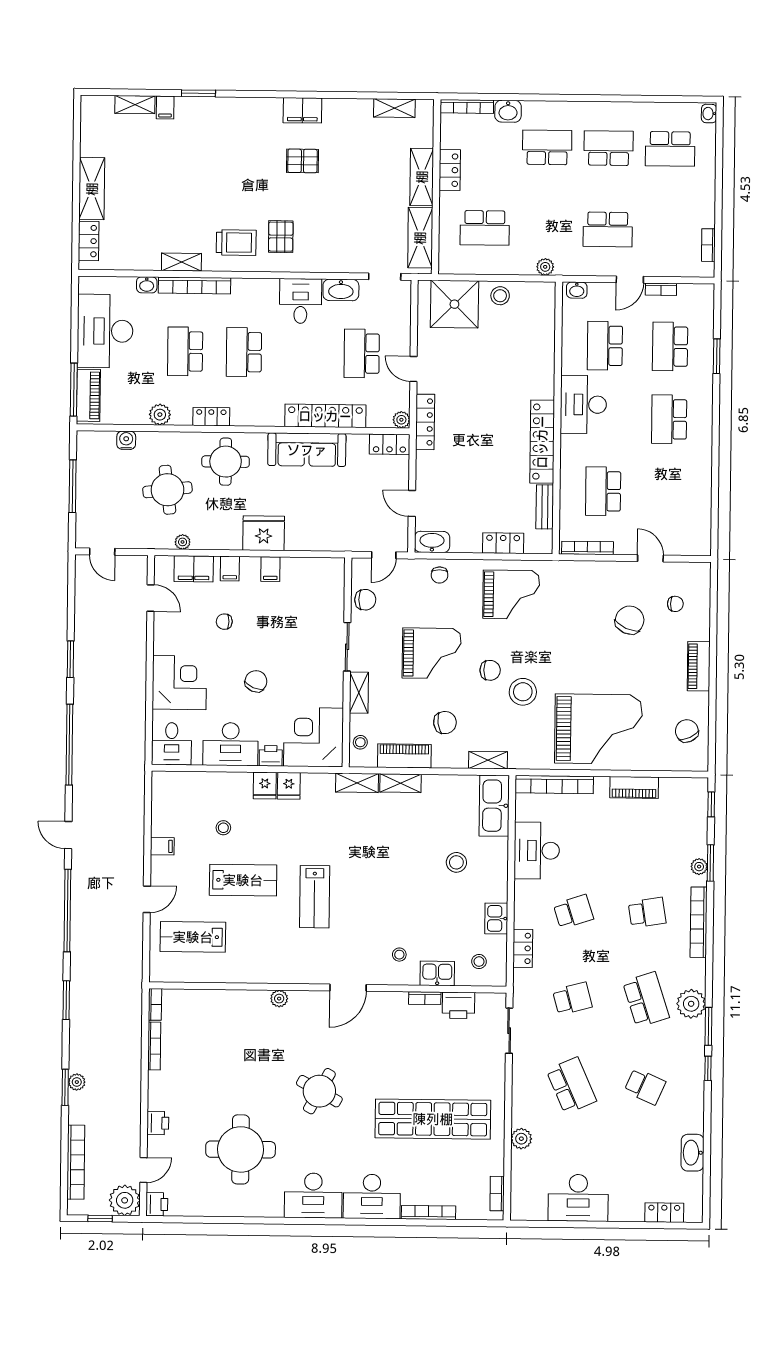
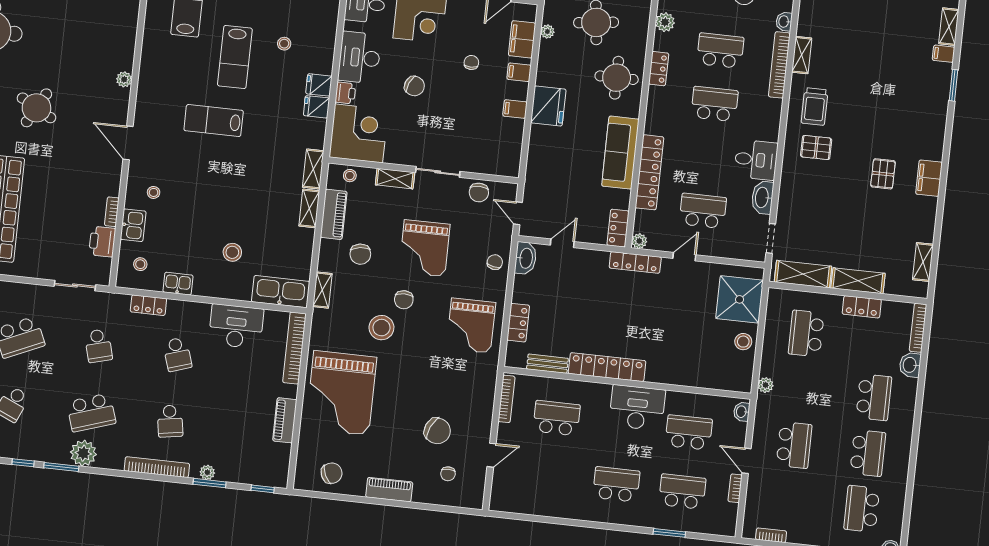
school desk: (608, 229) -> (794, 445), turned 180
chair: (440, 575) -> (495, 262), turned 101

